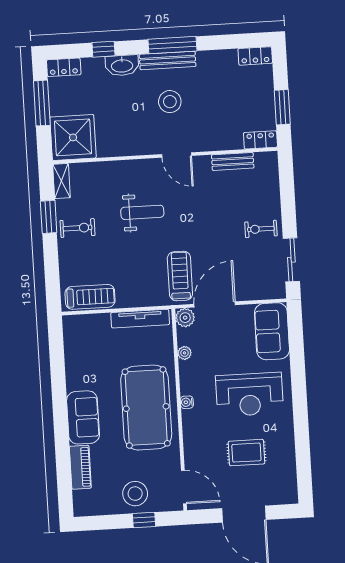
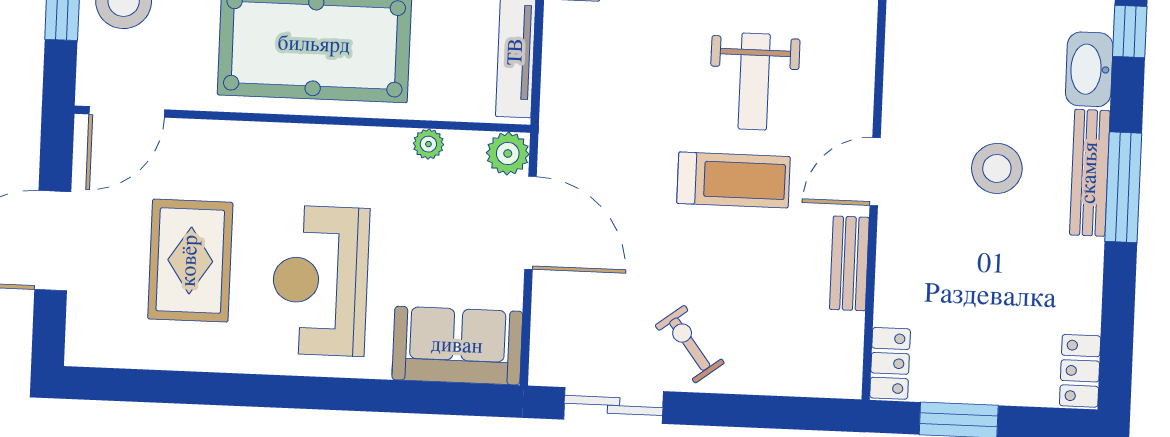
bench: (233, 161) -> (849, 263), moved
exercise bike: (261, 229) -> (690, 344), turned -37
treadmill: (180, 276) -> (733, 180), moved
water cooler: (187, 402) -> (317, 138), removed
rug: (246, 453) -> (190, 261), width x1.36, depth x1.43

